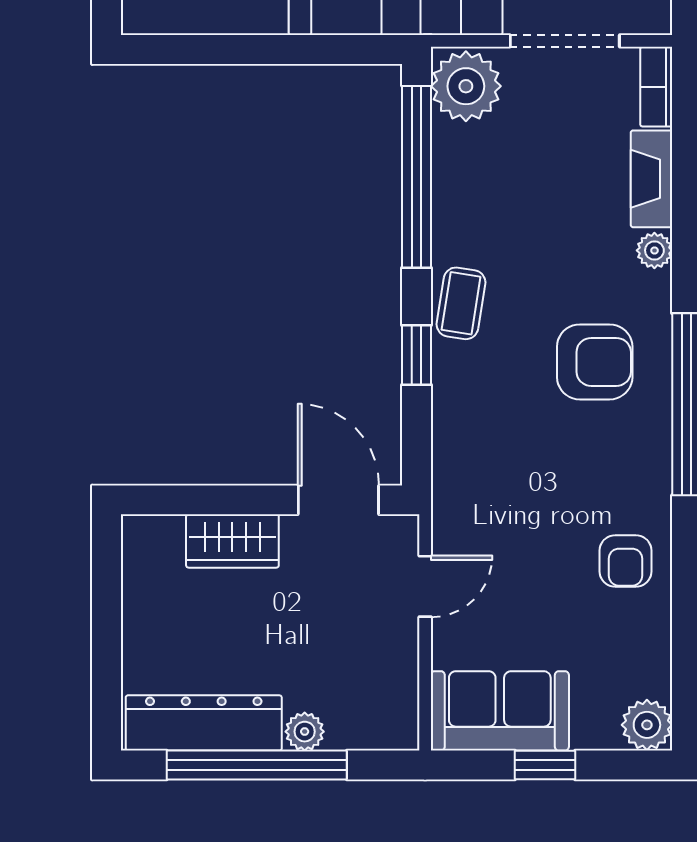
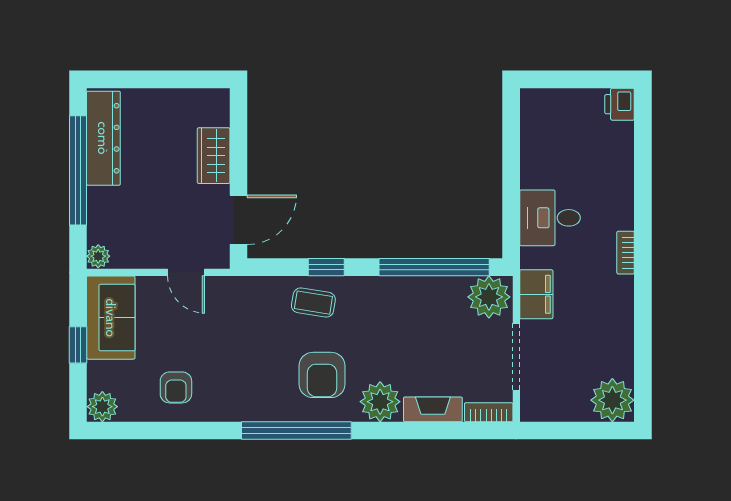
plant: (654, 250) -> (380, 402), width x1.88, depth x1.88
coffee table: (461, 303) -> (313, 303), moved
armchair: (626, 561) -> (176, 387), moved, turned -90
plant: (305, 732) -> (98, 256), moved

